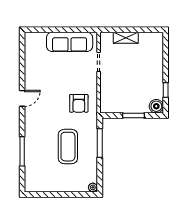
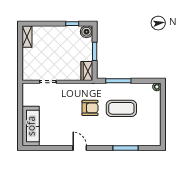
shelving: (126, 38) -> (27, 37), moved
sofa: (70, 42) -> (31, 126), moved
armchair: (79, 103) -> (90, 108), moved
wardrobe: (111, 107) -> (87, 71), added

